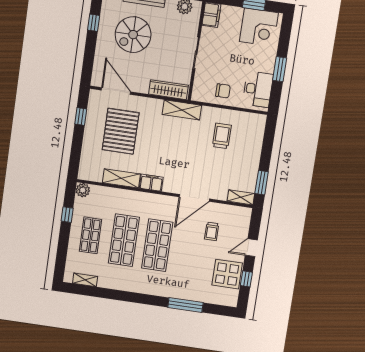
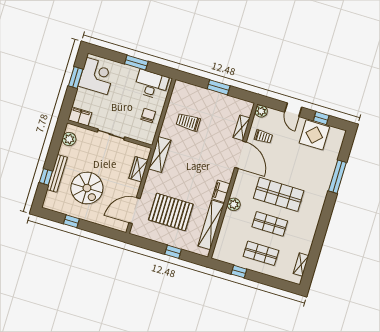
wardrobe: (168, 90) -> (138, 169), width x0.67
window: (81, 116) -> (173, 252), moved
shelving: (121, 178) -> (211, 225), width x1.47
window: (262, 183) -> (219, 87), moved
plant: (83, 190) -> (234, 204), moved
shelving: (241, 197) -> (242, 128), moved
plant: (245, 214) -> (261, 111), added
trolley: (212, 231) -> (263, 137), moved
shop shelf: (124, 240) -> (270, 224), width x0.70, depth x0.74

